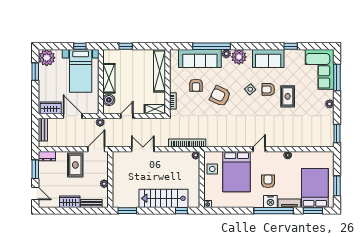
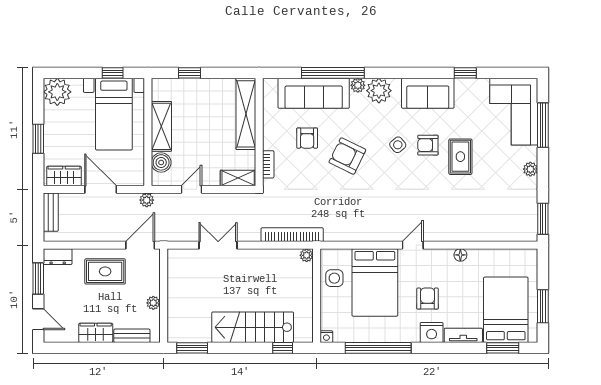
window: (35, 72) -> (38, 139), moved
rug: (75, 165) -> (105, 271), turned 90
window: (274, 211) -> (378, 348), moved

